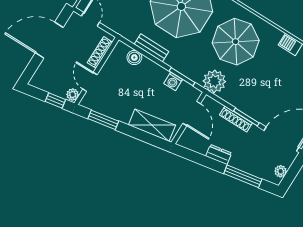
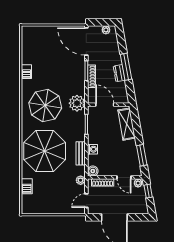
plant: (119, 28) -> (81, 180), added
boiler: (134, 58) -> (93, 171), moved
washing machine: (173, 81) -> (93, 149), moved
door: (90, 82) -> (124, 177), hinge flipped
door: (192, 114) -> (105, 105), hinge flipped
window: (243, 176) -> (126, 67), moved

